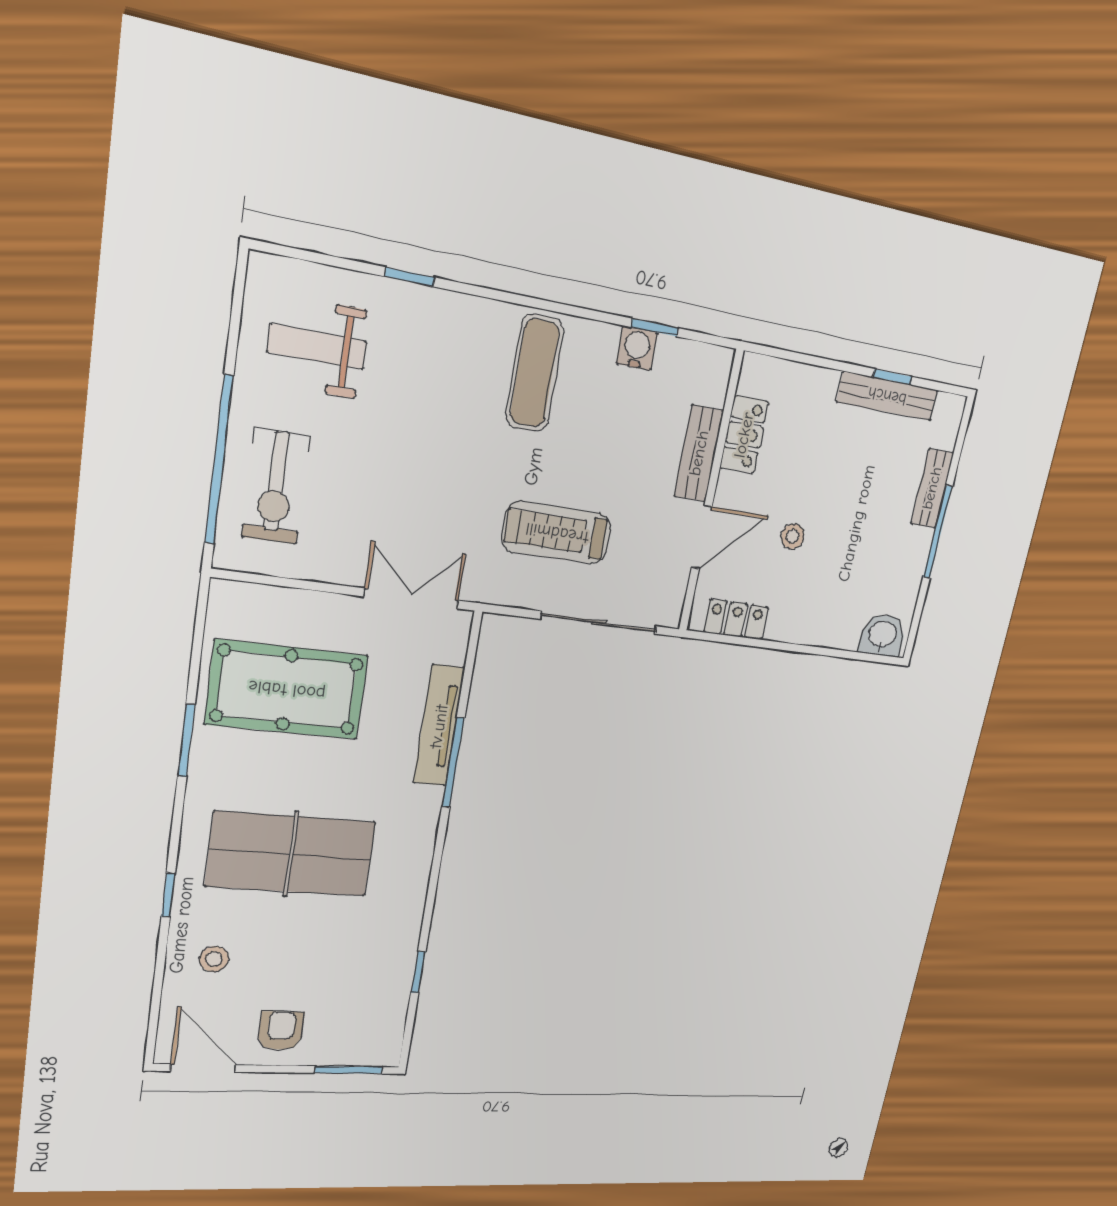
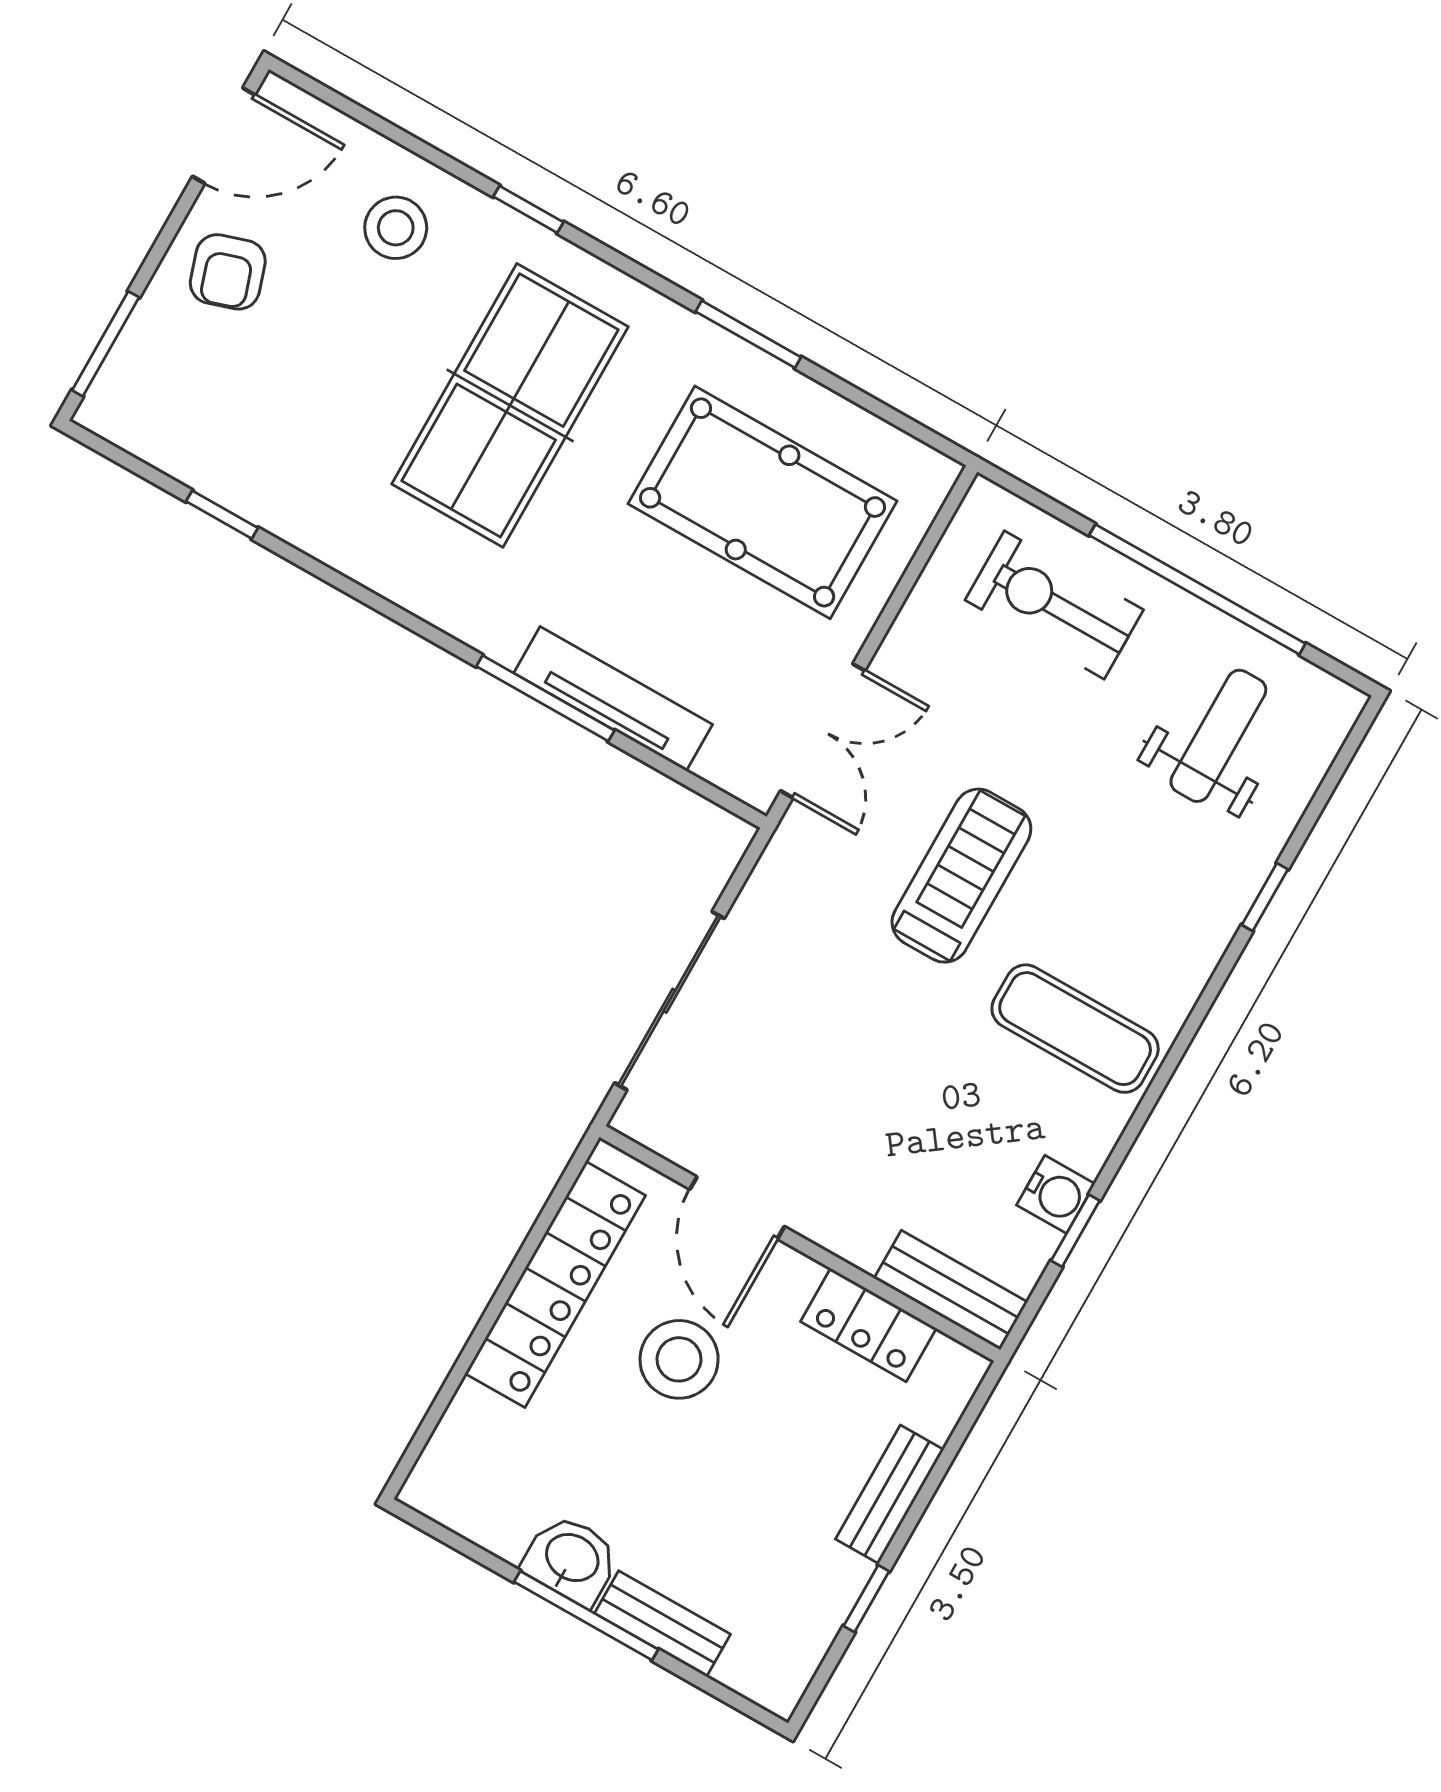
bench: (887, 396) -> (890, 1494), moved, width x0.73
bench: (699, 453) -> (951, 1290), moved
window: (219, 460) -> (1197, 589), moved
treadmill: (557, 533) -> (961, 876), moved
stool: (793, 536) -> (679, 1359), width x1.89, depth x1.89
locker: (736, 620) -> (555, 1284), width x2.16, depth x1.21
washbasin: (882, 635) -> (571, 1559), moved, turned -90
pool table: (287, 690) -> (763, 502), turned 90
stool: (214, 959) -> (396, 228), width x1.37, depth x1.37
armchair: (281, 1031) -> (228, 272), turned 72

